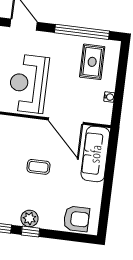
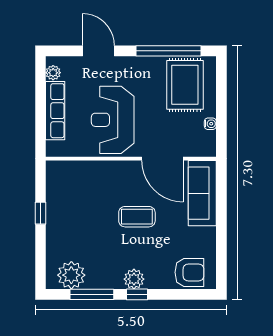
rug: (92, 62) -> (185, 85), width x1.36, depth x1.43
coffee table: (38, 167) -> (137, 217), width x1.36, depth x1.30

